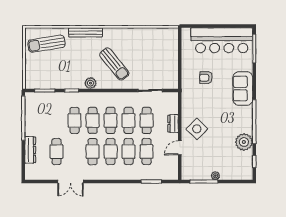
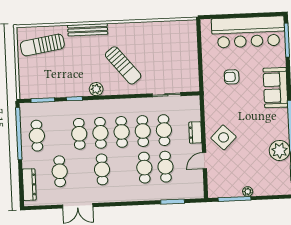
dresser: (30, 150) -> (29, 185), moved
cafe table: (111, 152) -> (37, 136), moved

